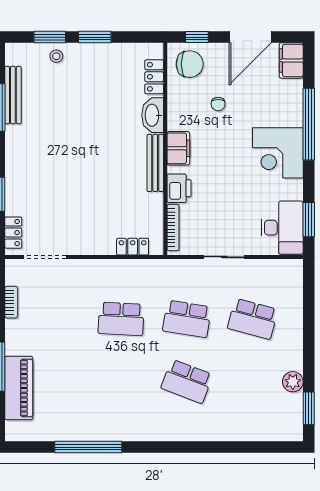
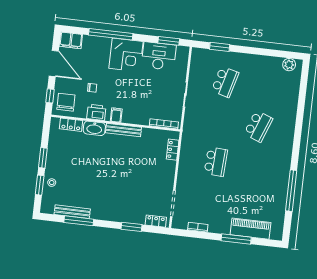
filing cabinet: (178, 148) -> (116, 115), width x0.50
printer: (179, 188) -> (96, 112), moved
desk: (282, 228) -> (159, 56), moved
school desk: (187, 319) -> (220, 122), removed
plant: (293, 382) -> (289, 65), moved
window: (309, 408) -> (220, 47), moved

